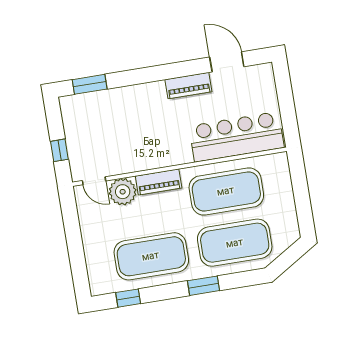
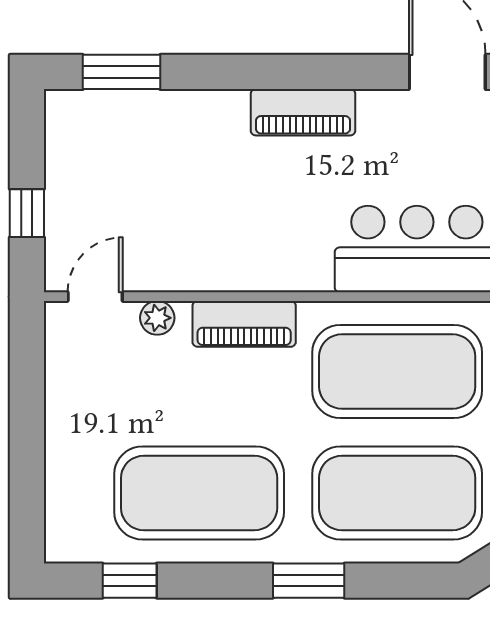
piano: (188, 86) -> (303, 112), moved
door: (94, 181) -> (95, 297), swing flipped
plant: (123, 192) -> (157, 318), width x0.53, depth x0.53

